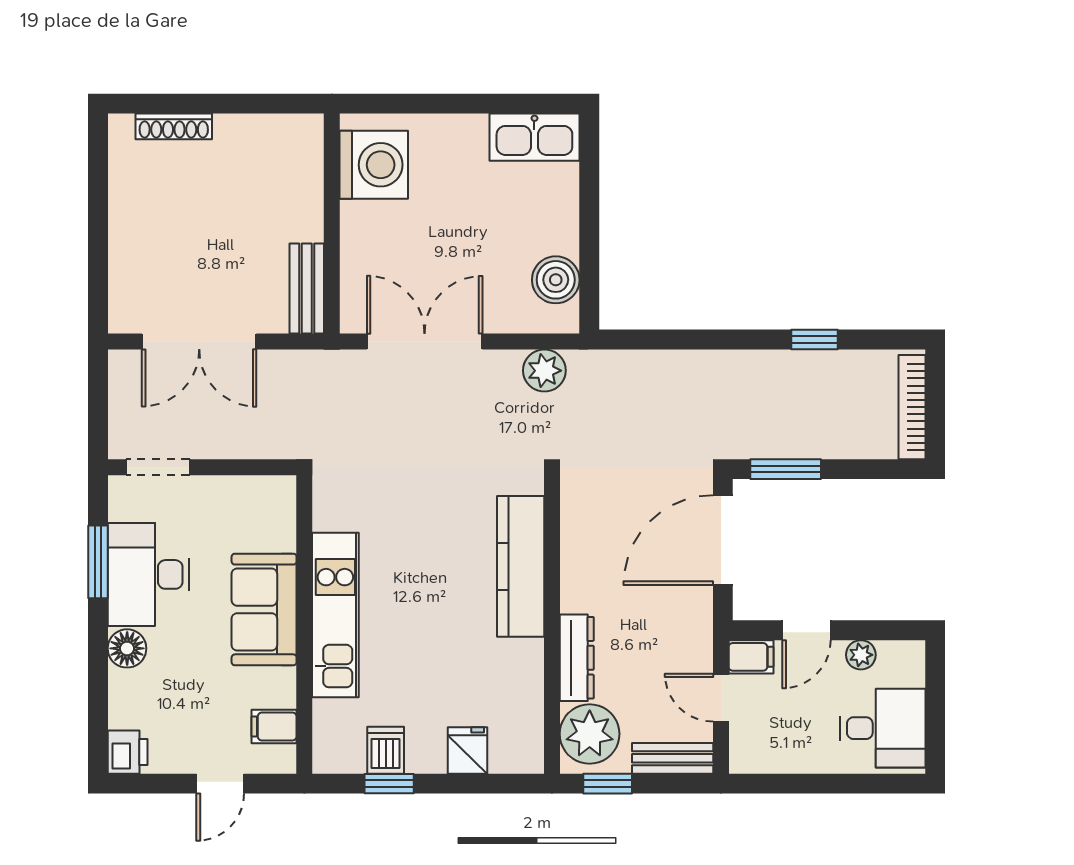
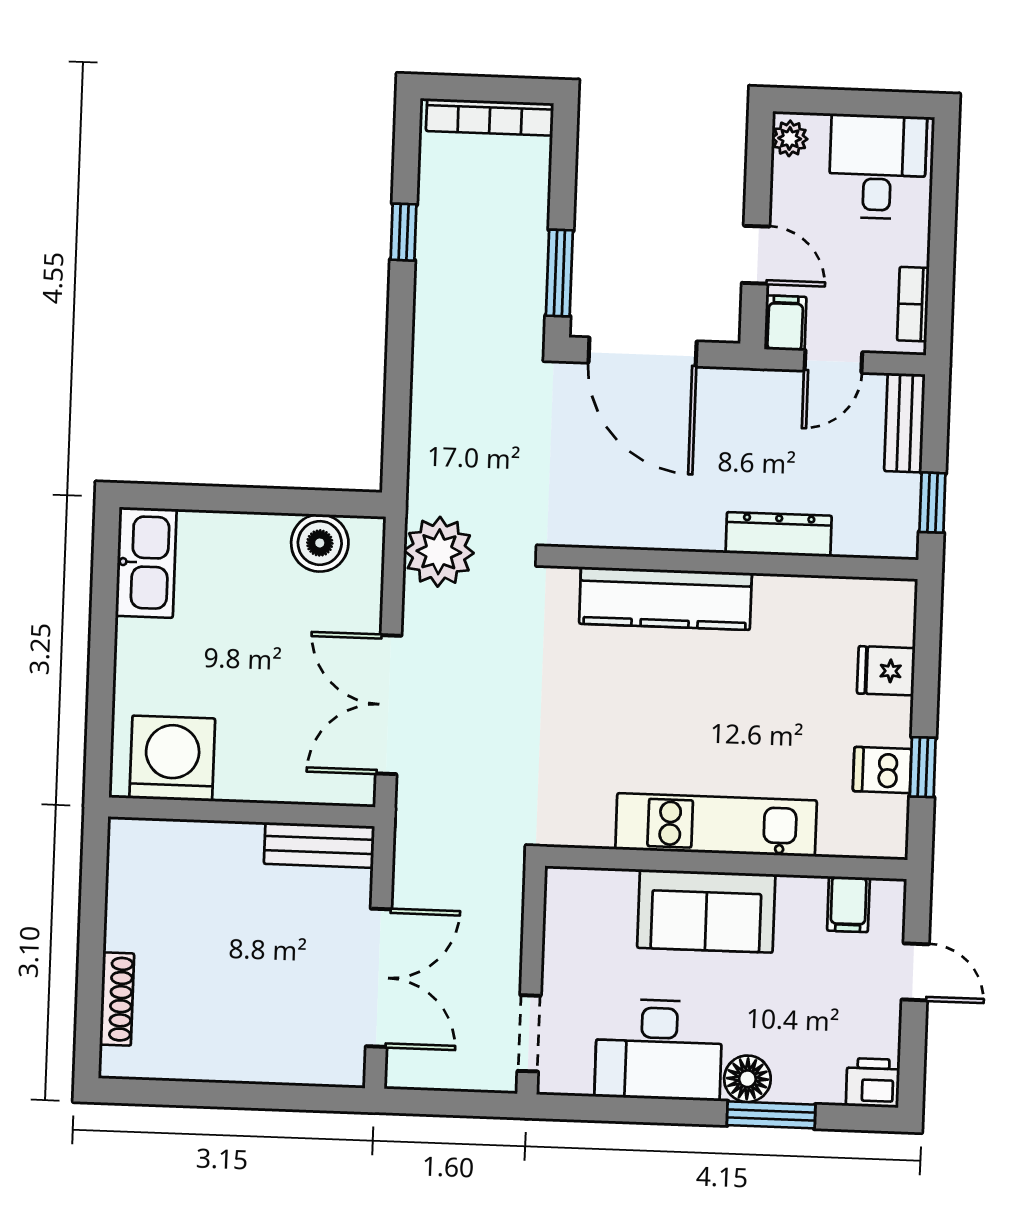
plant: (544, 371) -> (439, 552), width x1.36, depth x1.36
window: (98, 562) -> (771, 1115), moved
plant: (861, 655) -> (790, 138), moved
plant: (590, 734) -> (872, 522), removed
bookcase: (771, 762) -> (913, 304), added

